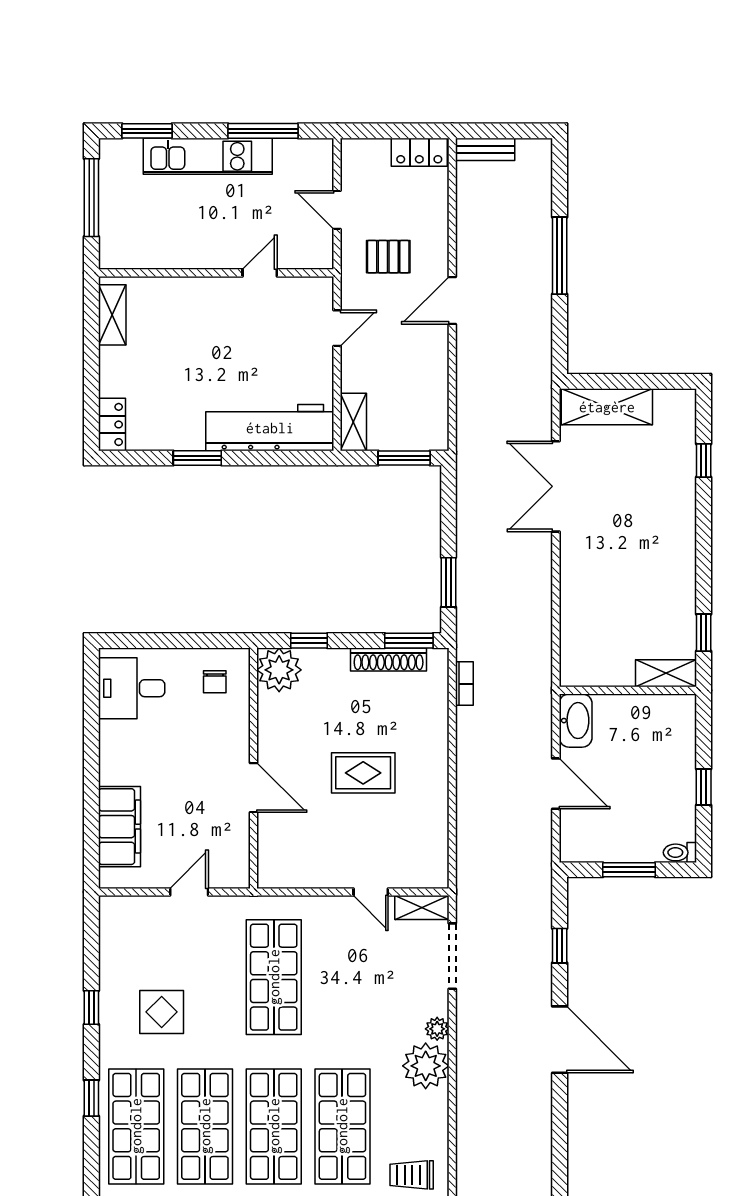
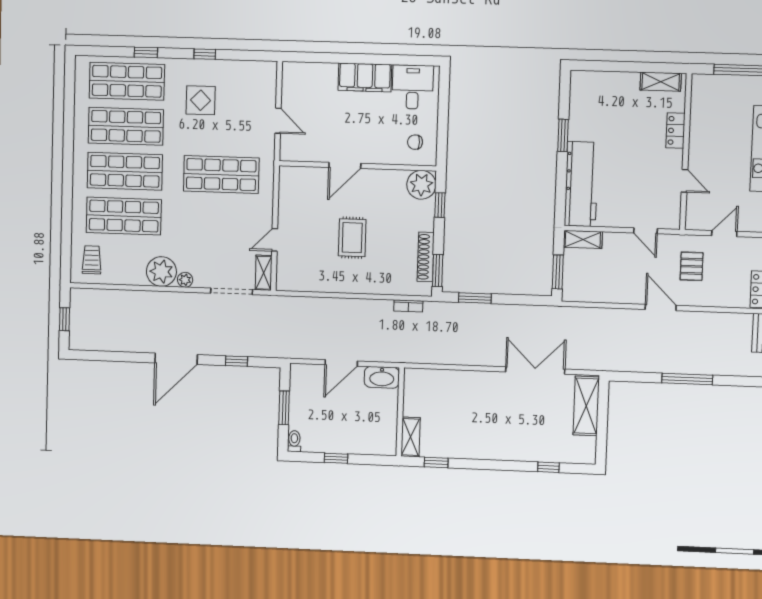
locker: (112, 424) -> (675, 130), moved, turned 90
filing cabinet: (119, 827) -> (365, 77), moved

